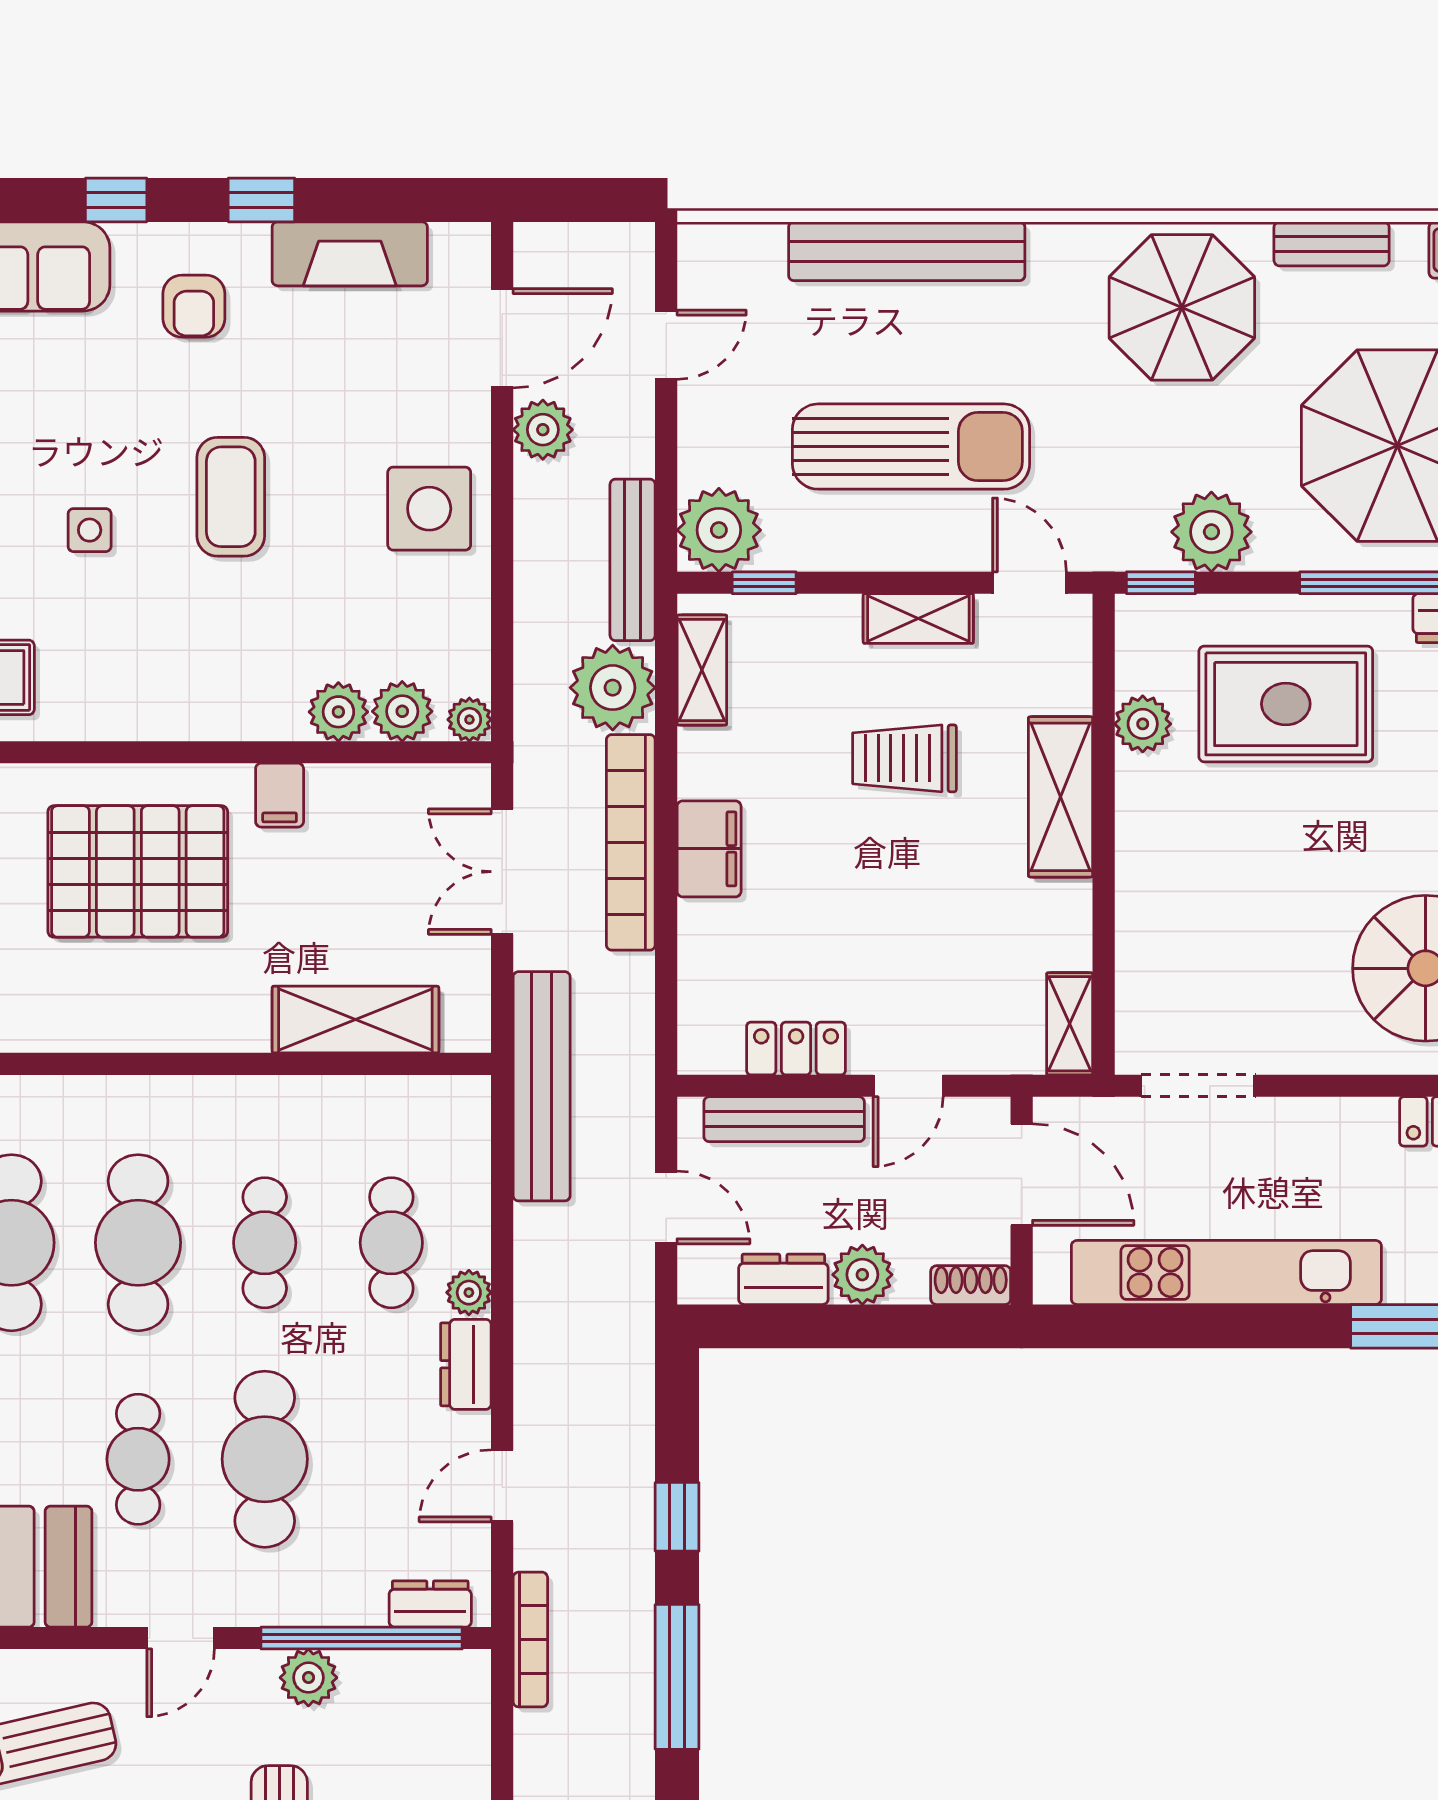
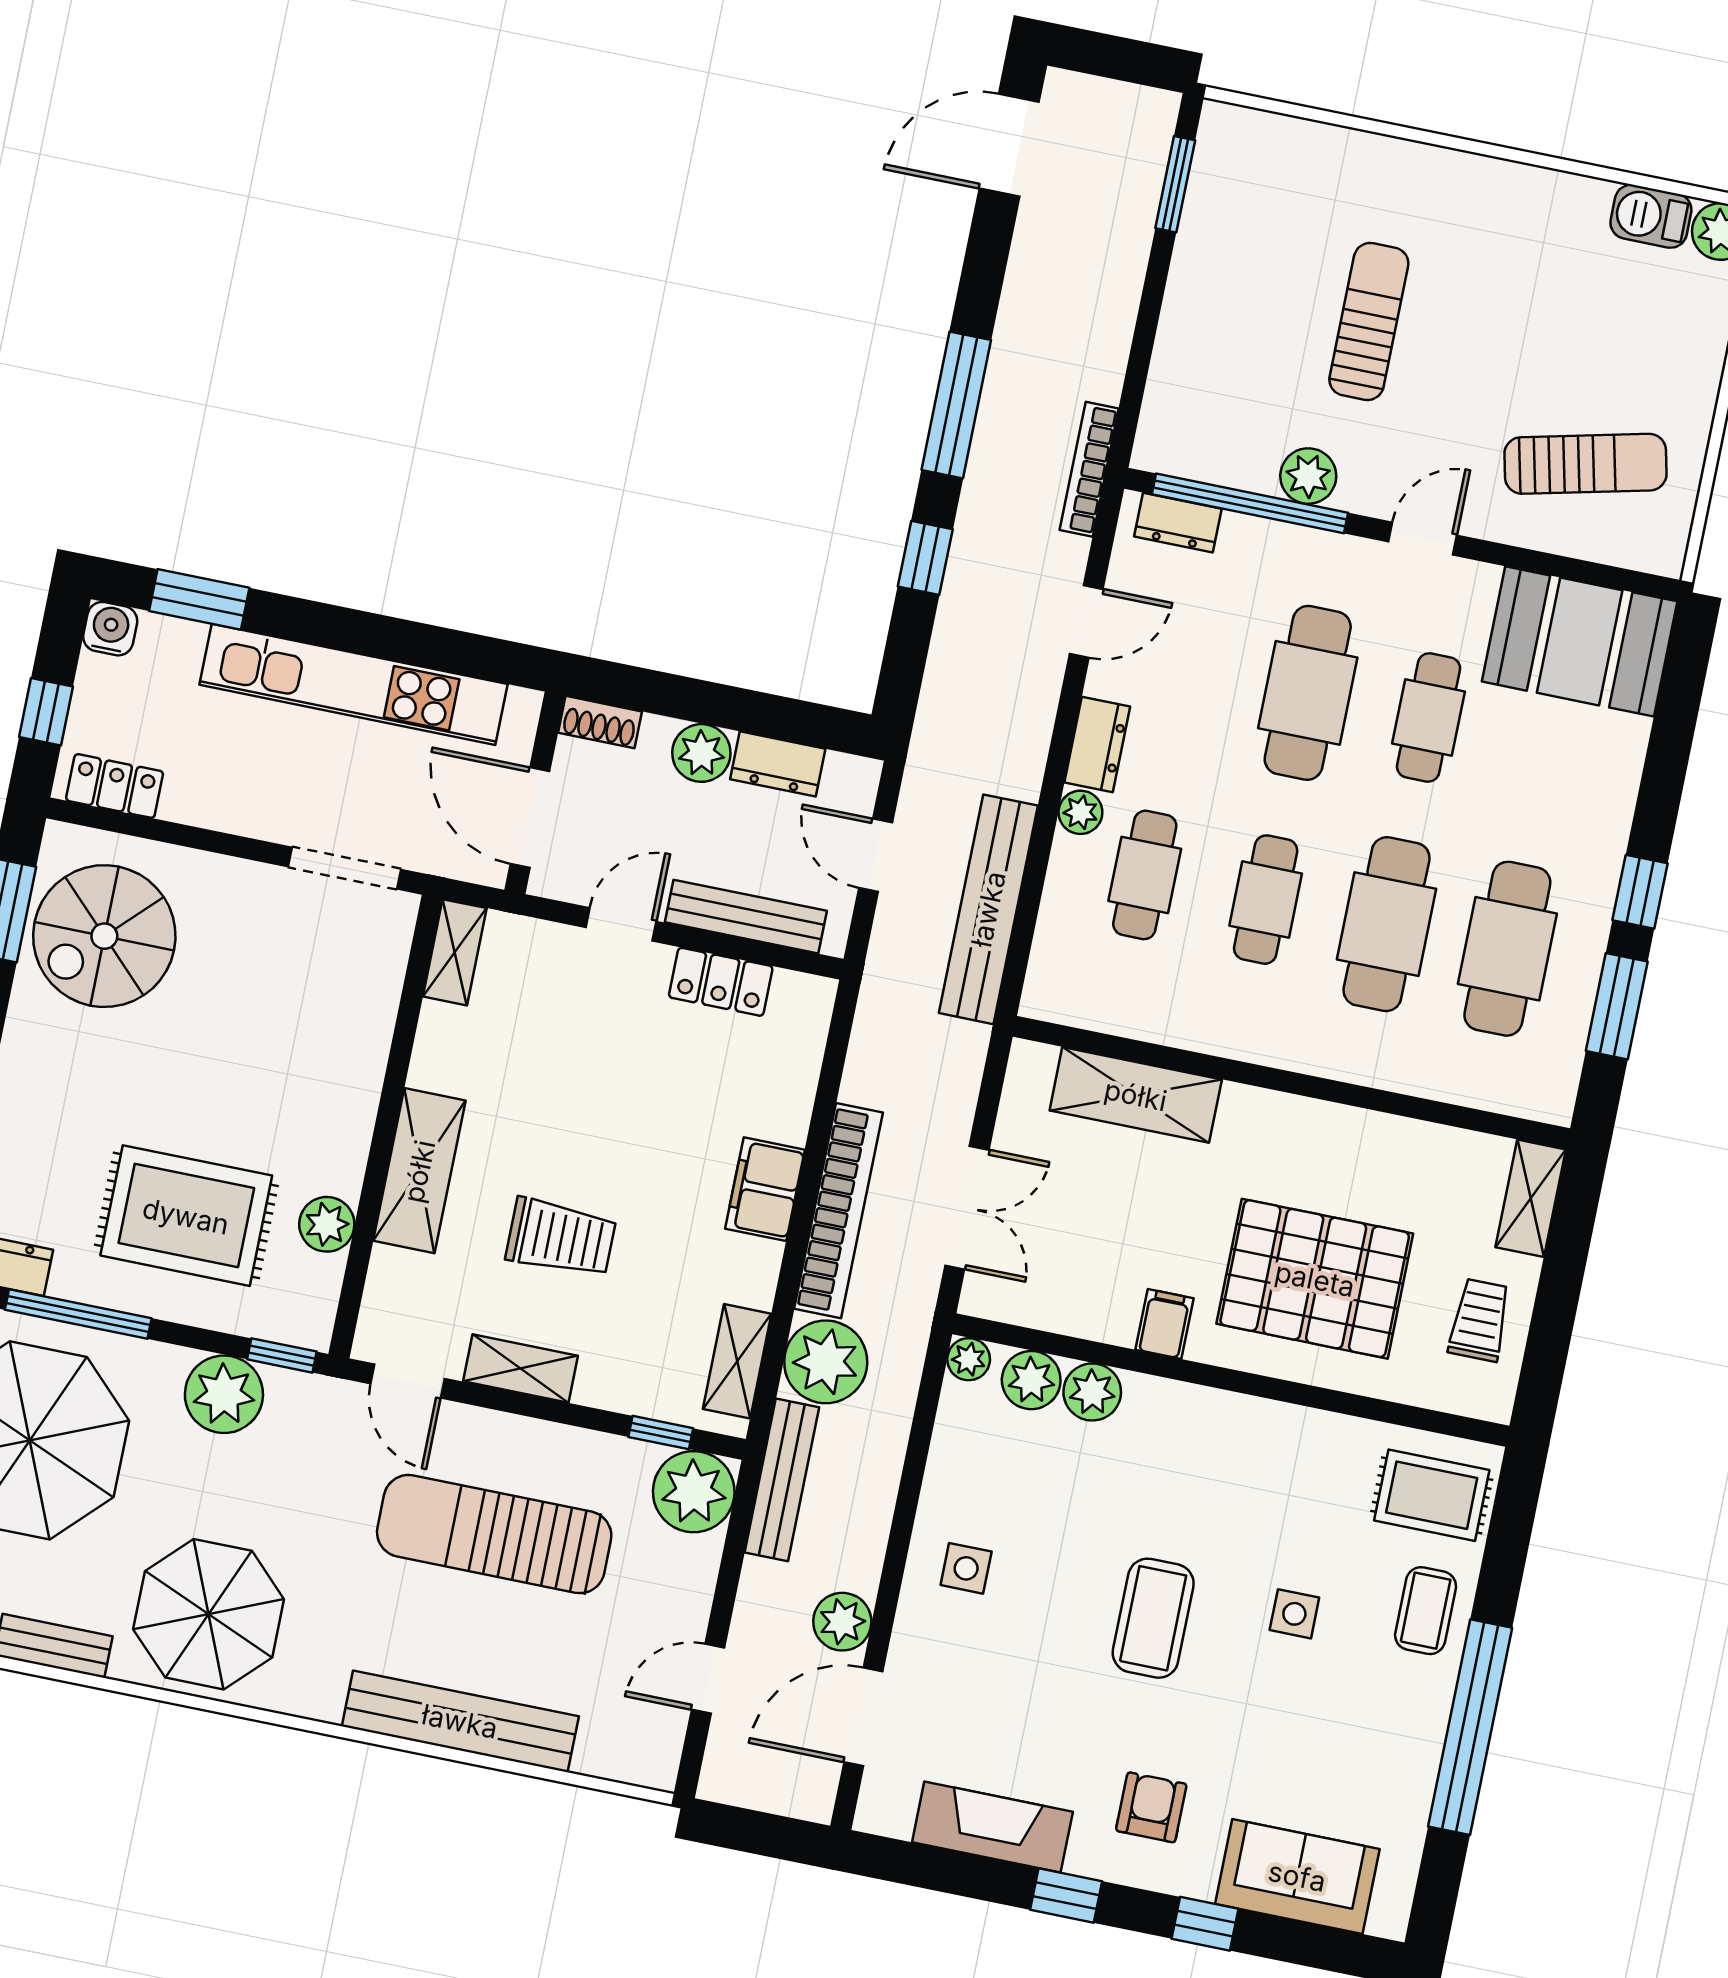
side table: (429, 509) -> (966, 1568), width x0.54, depth x0.54
bench: (542, 1086) -> (988, 909), moved

